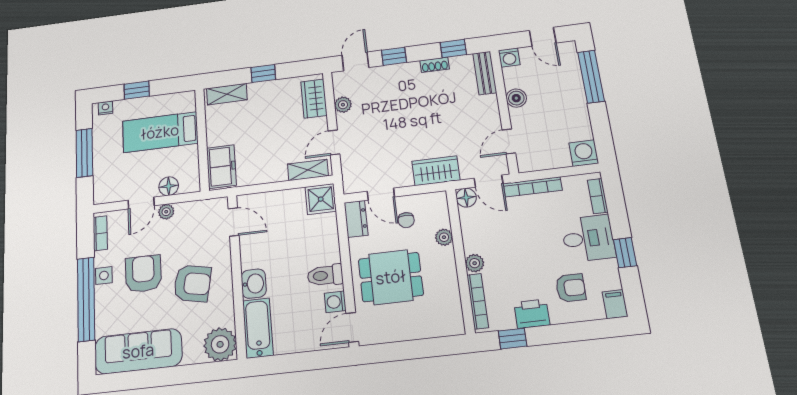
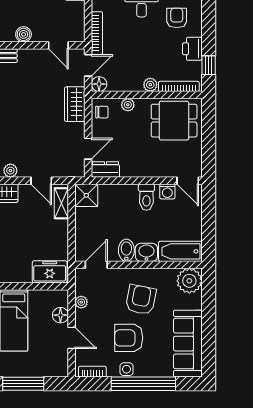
plant: (166, 212) -> (81, 302), moved
chair: (406, 220) -> (102, 112), moved
bidet: (254, 258) -> (126, 250), added
dining table: (391, 277) -> (174, 121), moved, turned 90

